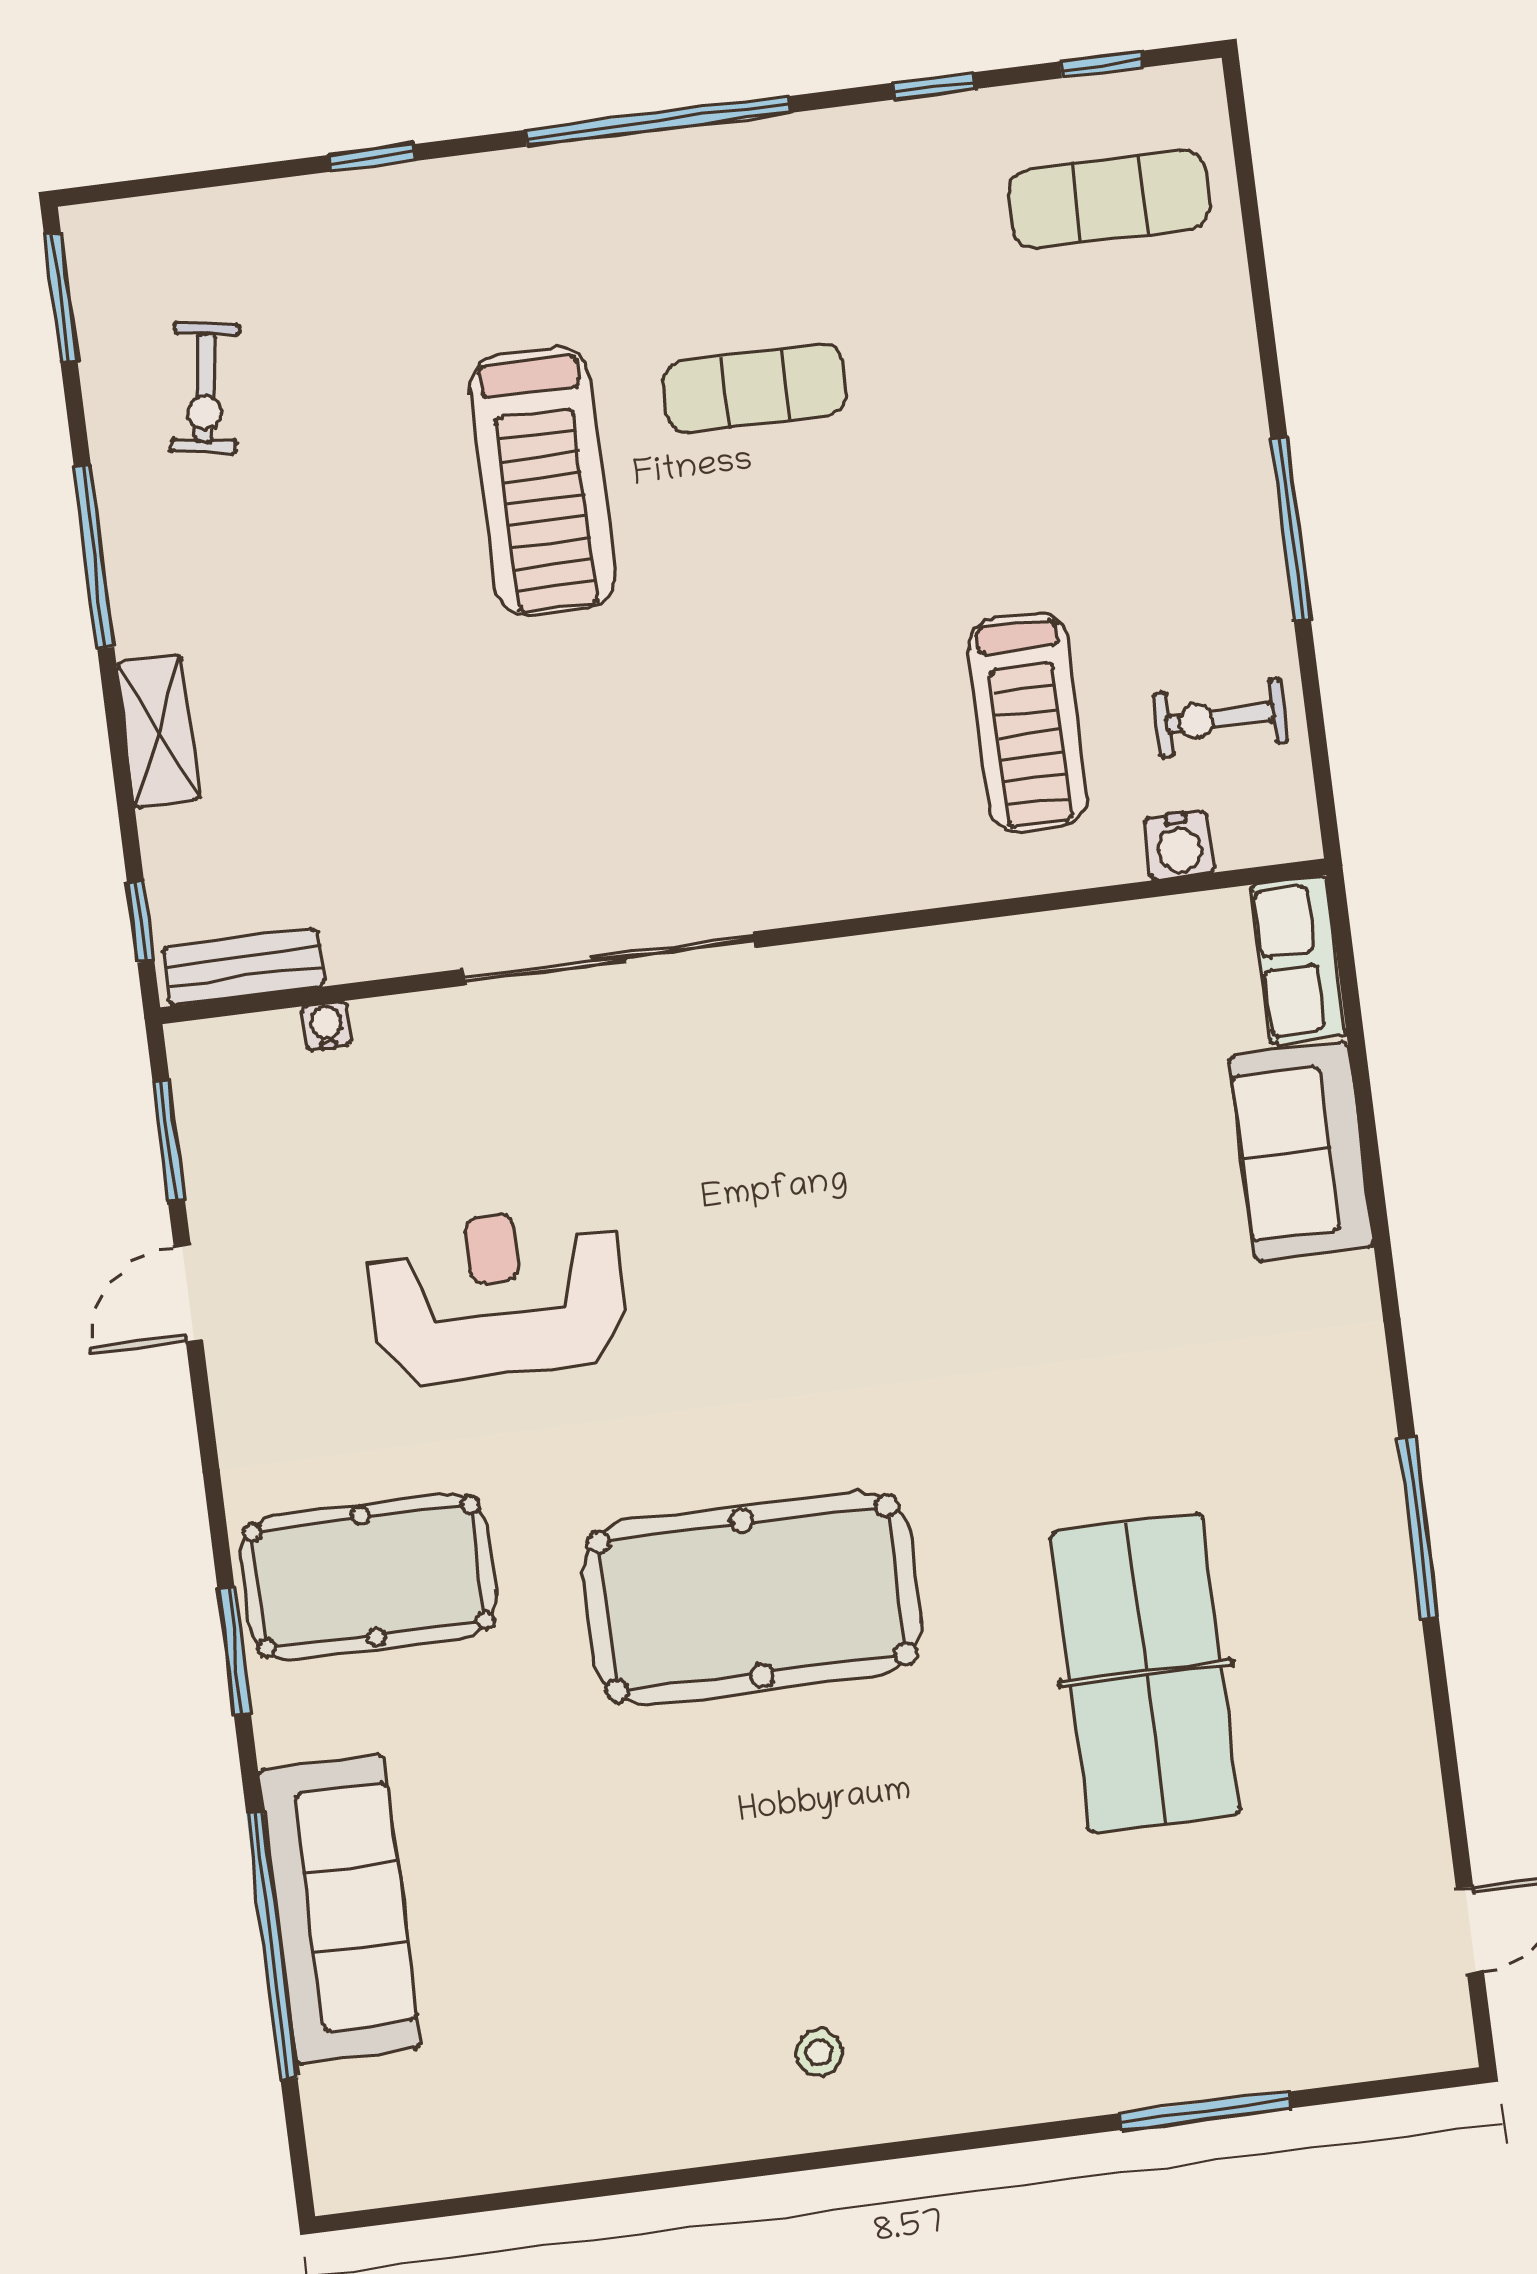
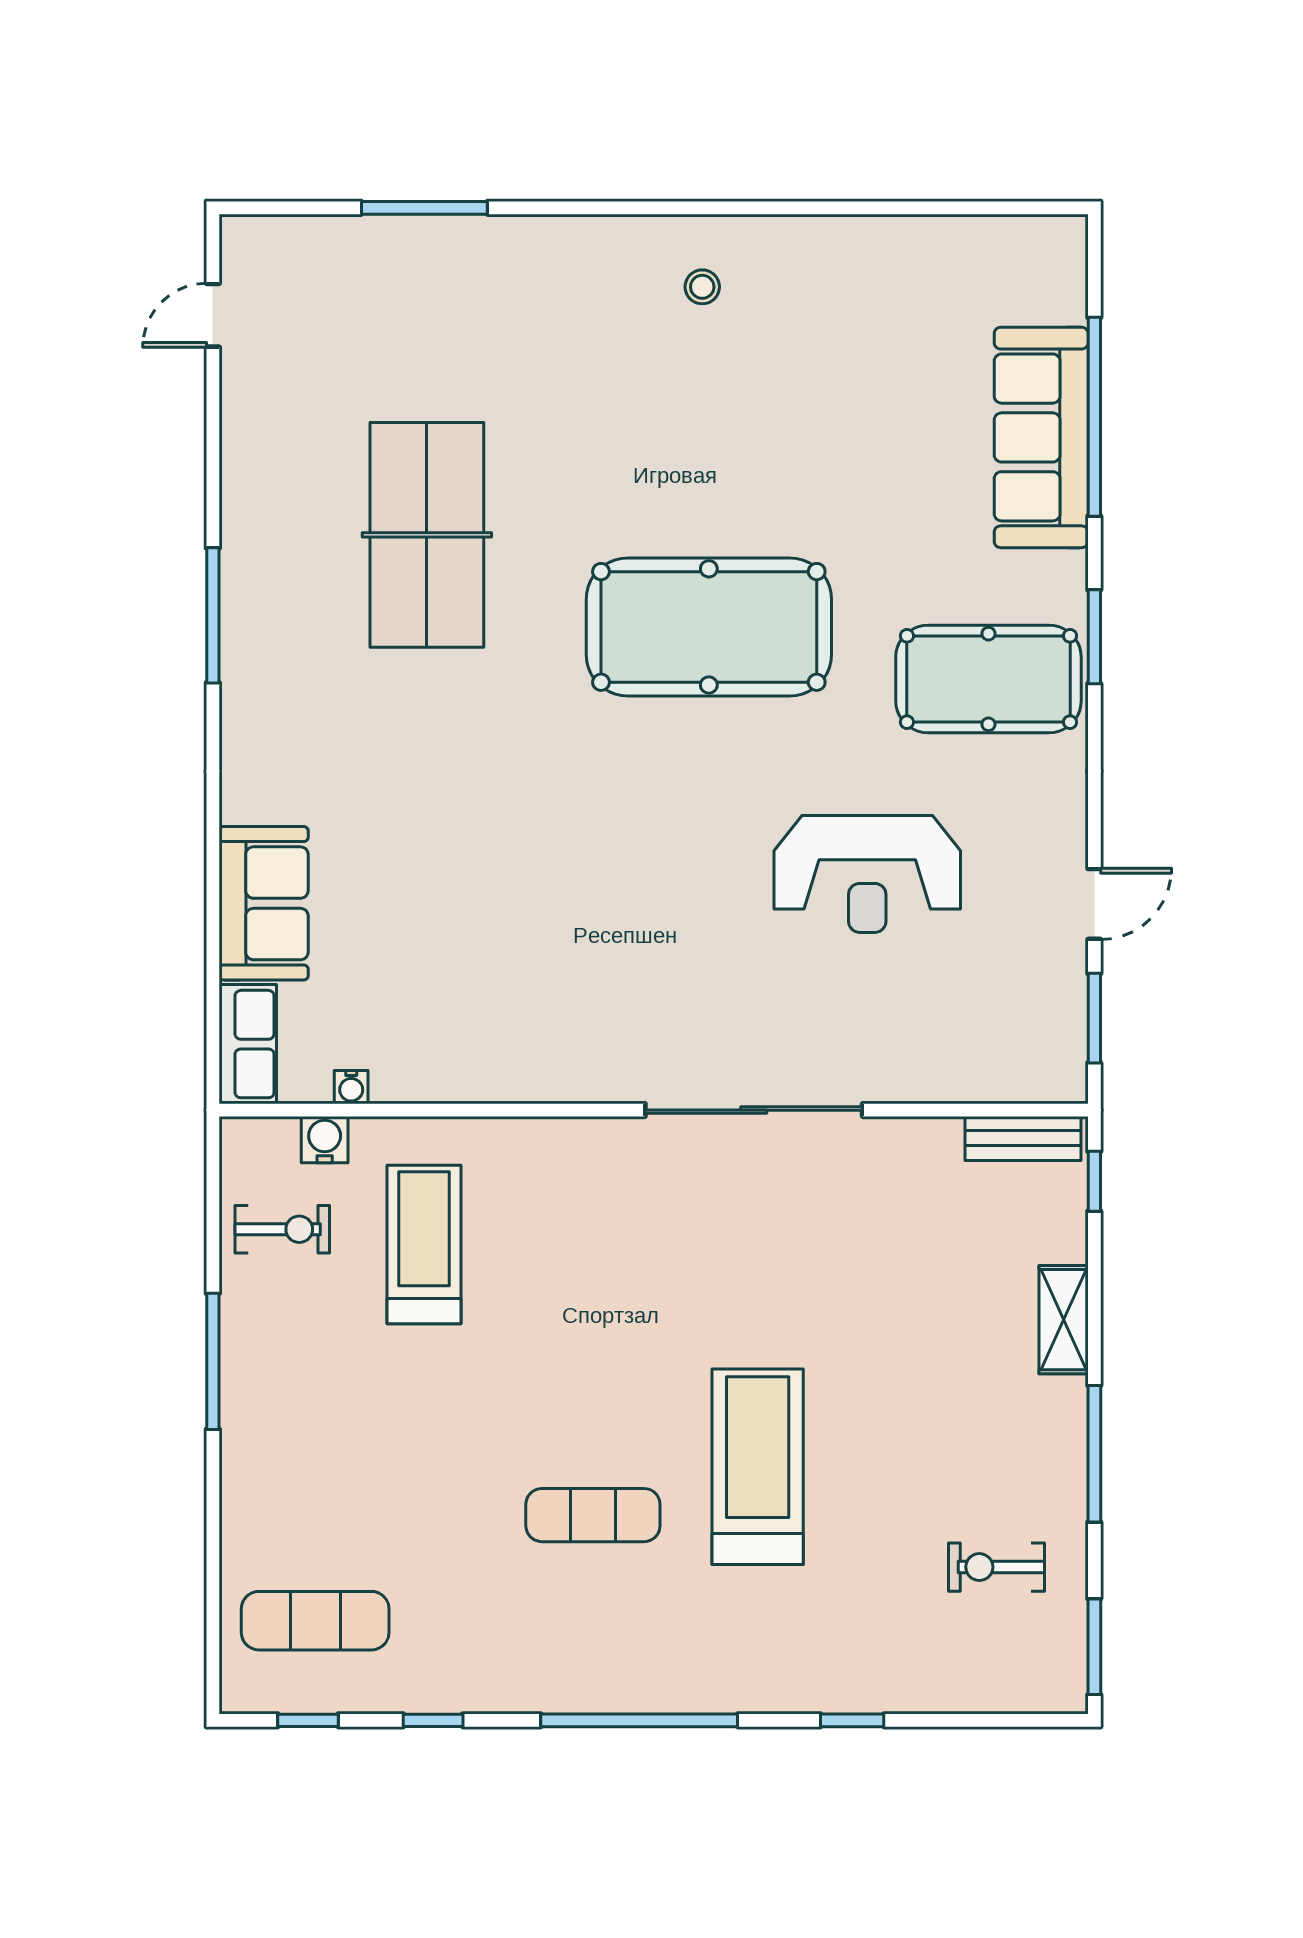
exercise bike: (205, 388) -> (997, 1567), turned -99
water cooler: (326, 1026) -> (351, 1087), moved

